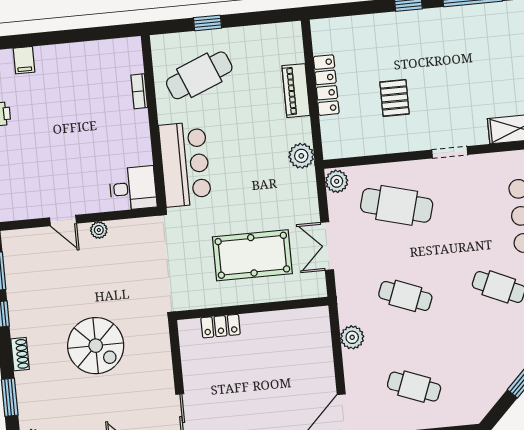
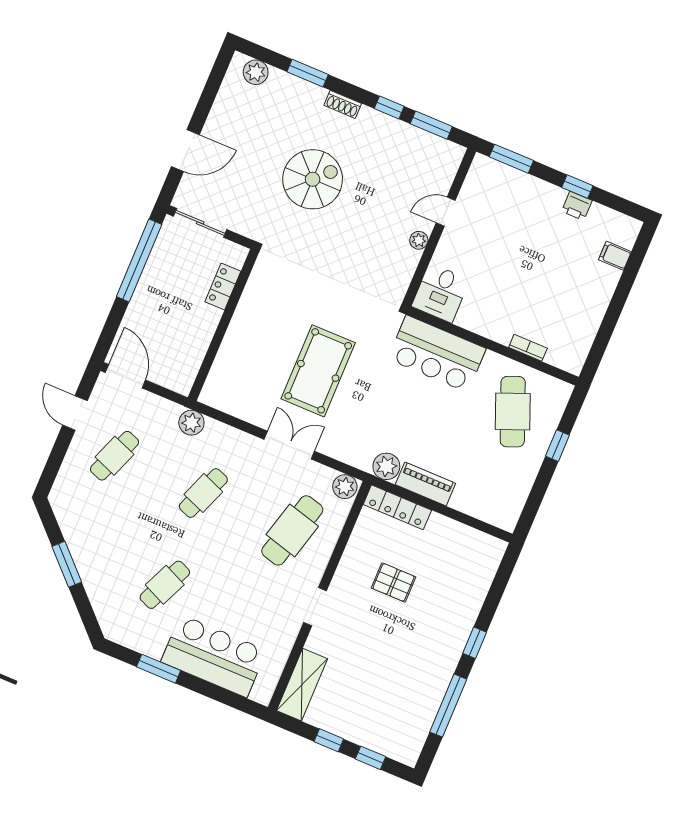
locker: (326, 85) -> (397, 507), moved
piano: (296, 91) -> (425, 484), moved
wall: (252, 308) -> (223, 325), moved
locker: (221, 326) -> (223, 287), moved
spiral stairs: (96, 346) -> (313, 179), turned 180

